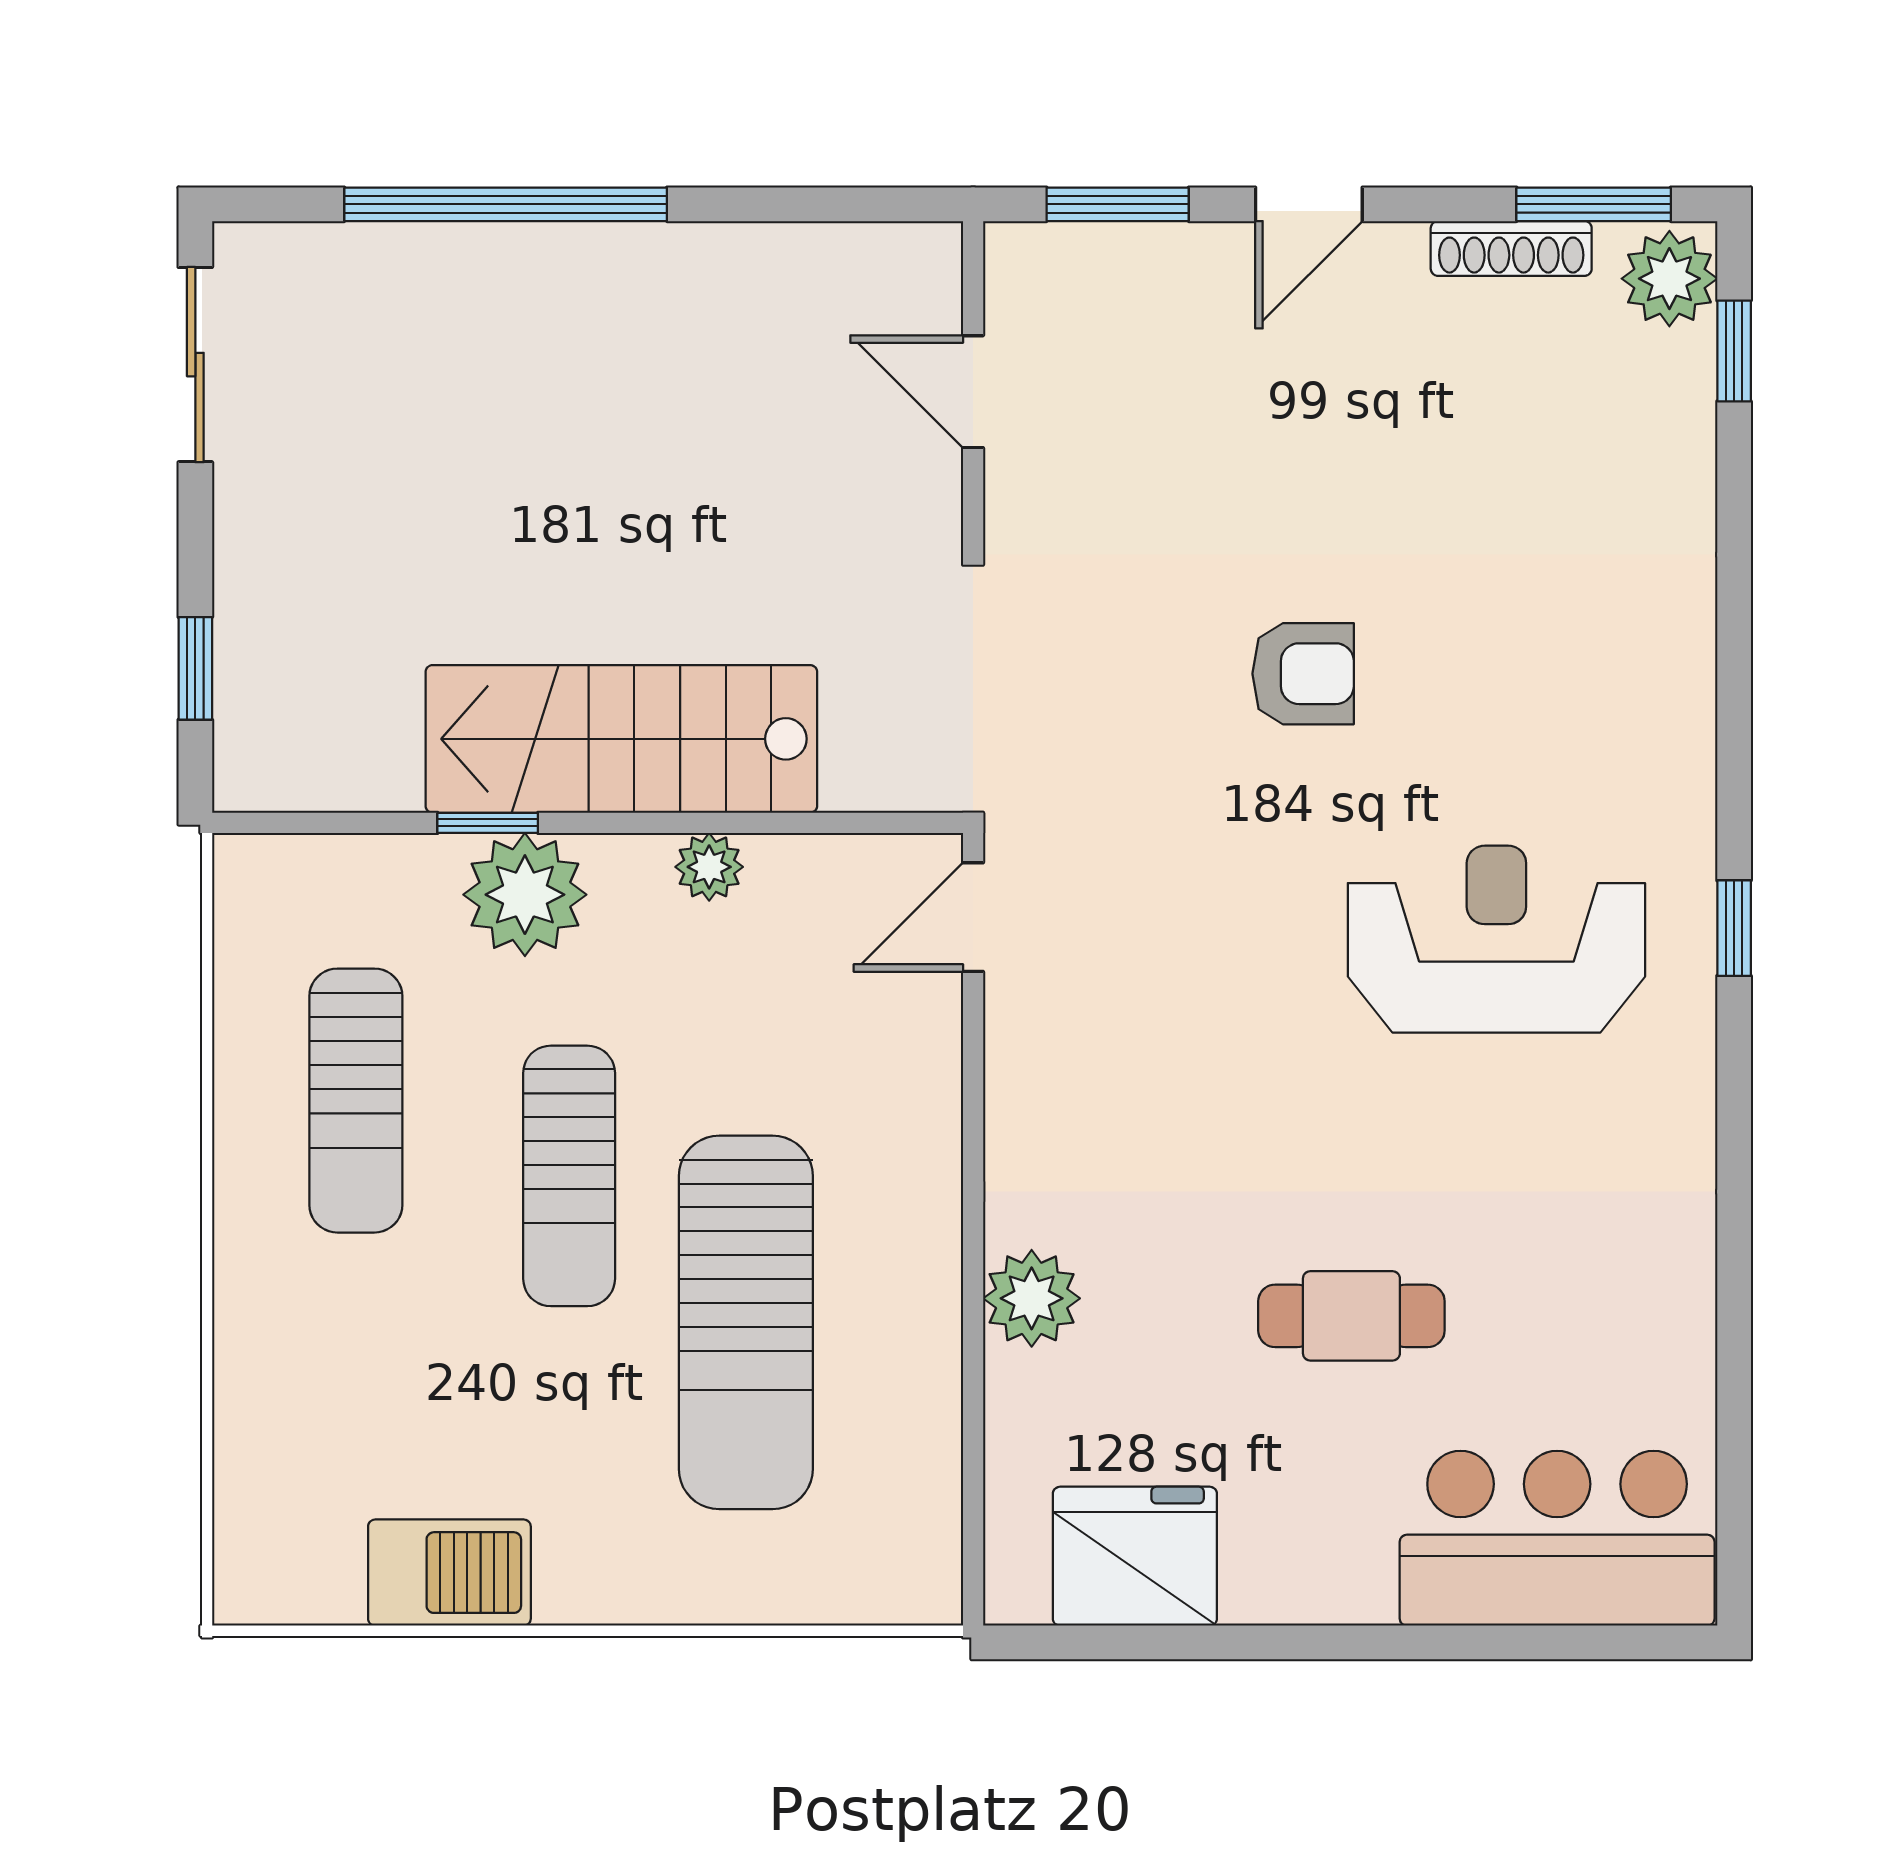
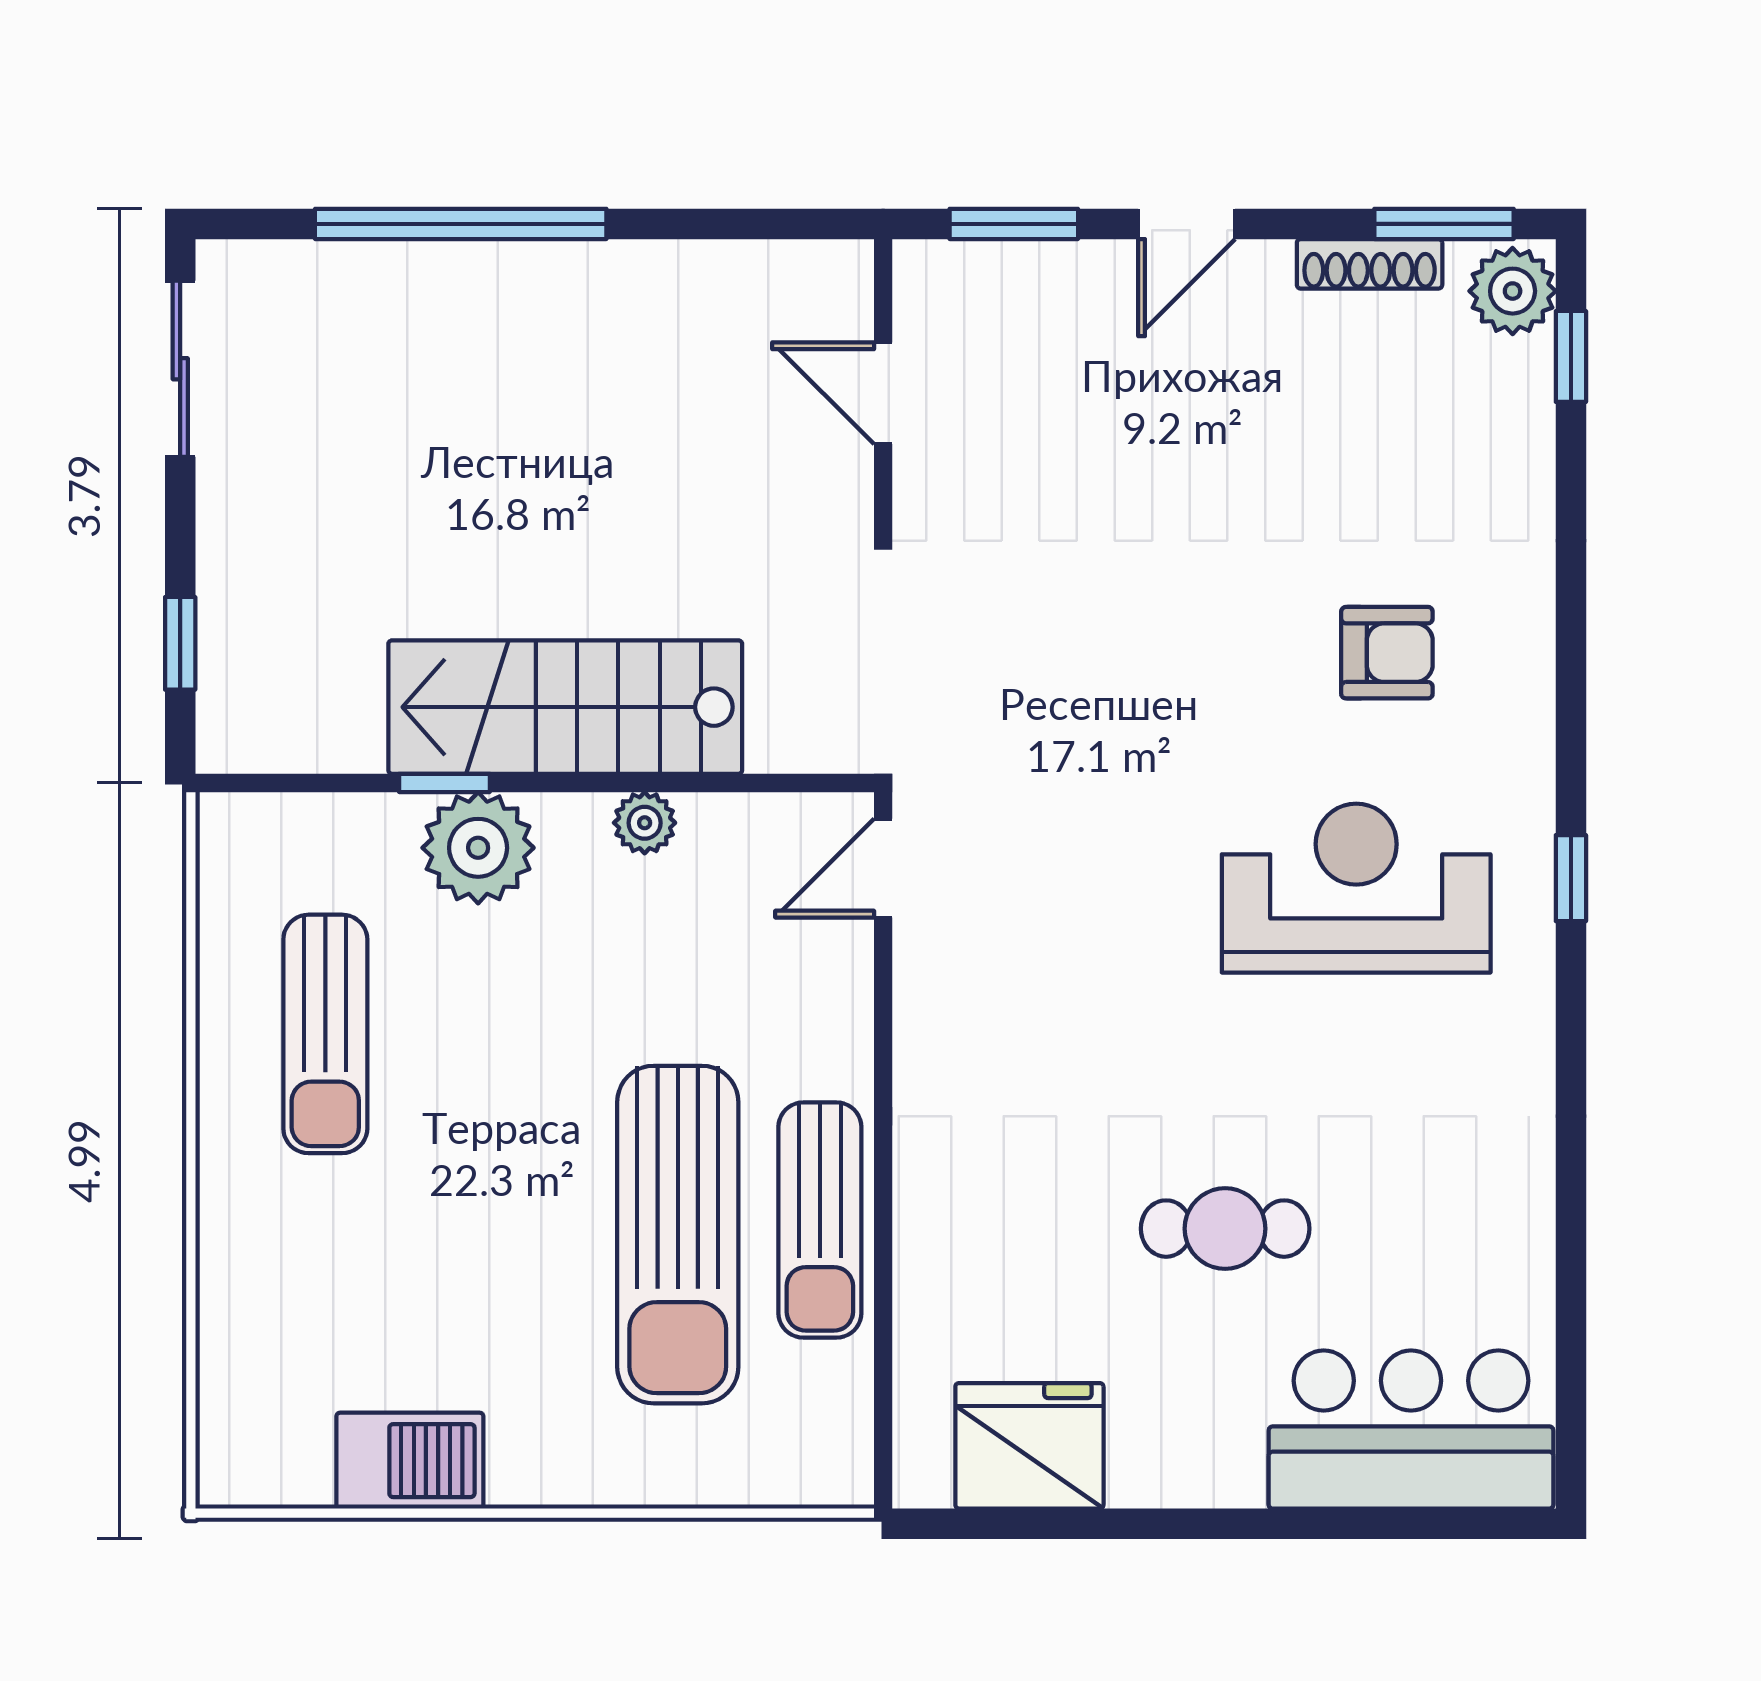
armchair: (1303, 674) -> (1387, 653), moved
sun lounger: (569, 1176) -> (820, 1220), moved
plant: (1032, 1298) -> (936, 1213), removed

